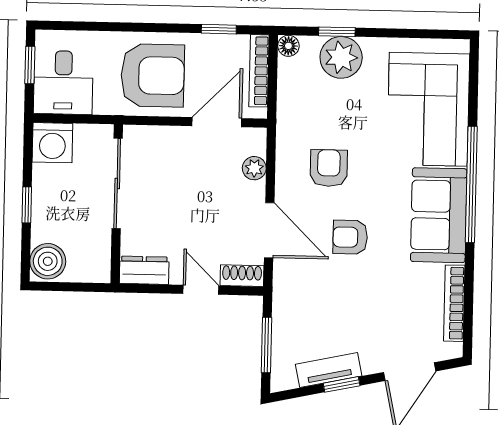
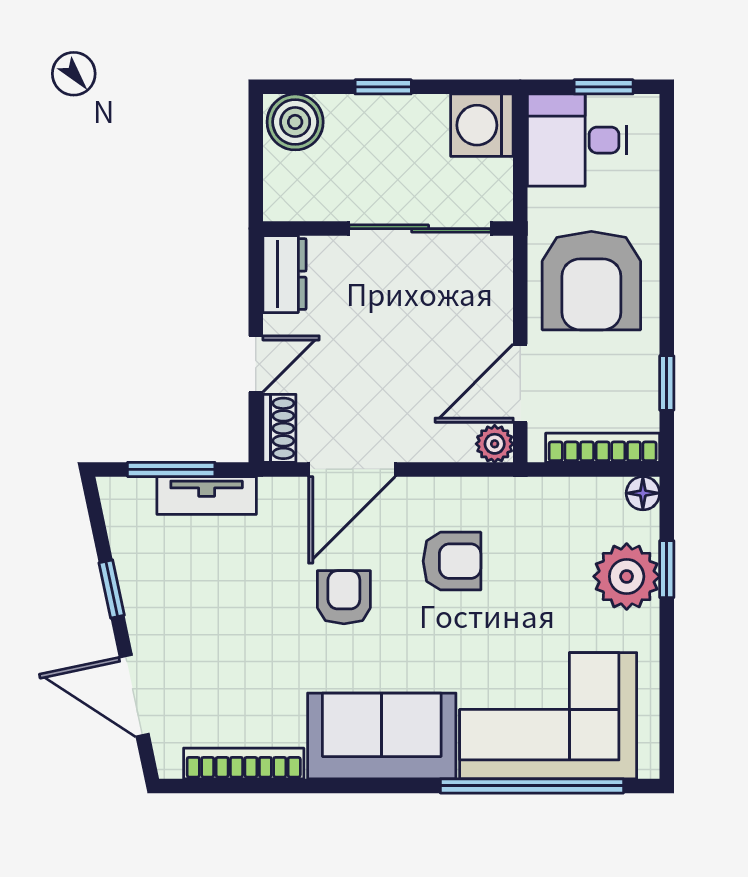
door: (217, 122) -> (520, 383), swing flipped
plant: (254, 168) -> (495, 444), moved
window: (471, 184) -> (532, 786), moved
tv unit: (329, 370) -> (207, 495), moved, turned 102

